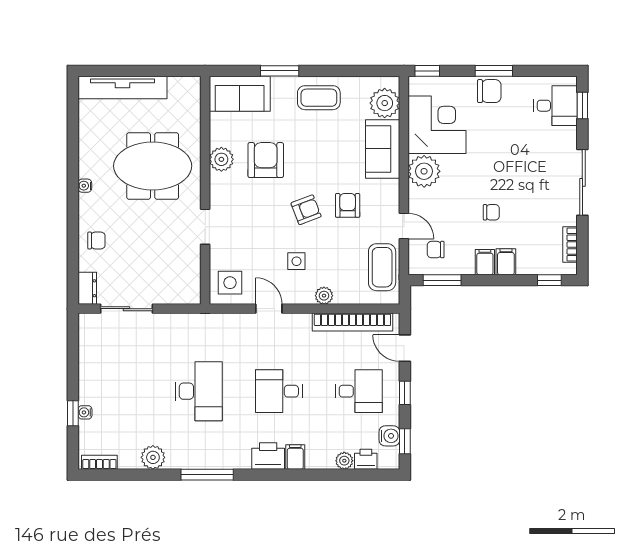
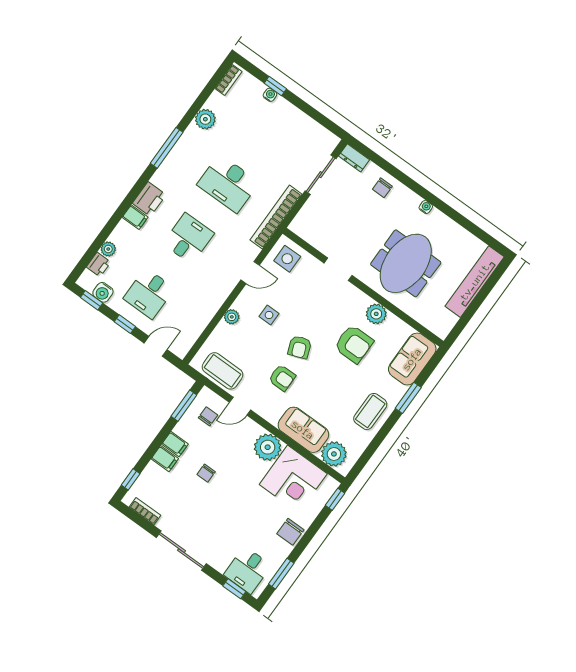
window: (494, 71) -> (281, 574), moved
bookcase: (352, 322) -> (276, 217), moved

